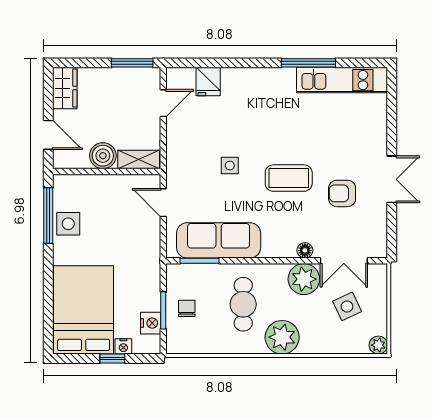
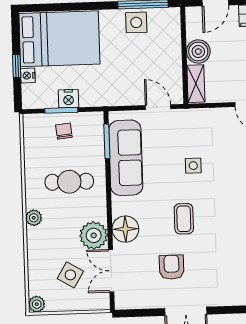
coffee table: (289, 178) -> (184, 219), width x0.73, depth x0.77
door: (163, 203) -> (158, 107), hinge flipped
floor lamp: (305, 250) -> (125, 229), width x1.89, depth x1.89
side table: (347, 306) -> (70, 275), turned -34
chair: (187, 308) -> (64, 131), turned -96
nightstand: (151, 323) -> (69, 99), moved
plant: (282, 337) -> (34, 218), width x0.53, depth x0.53

